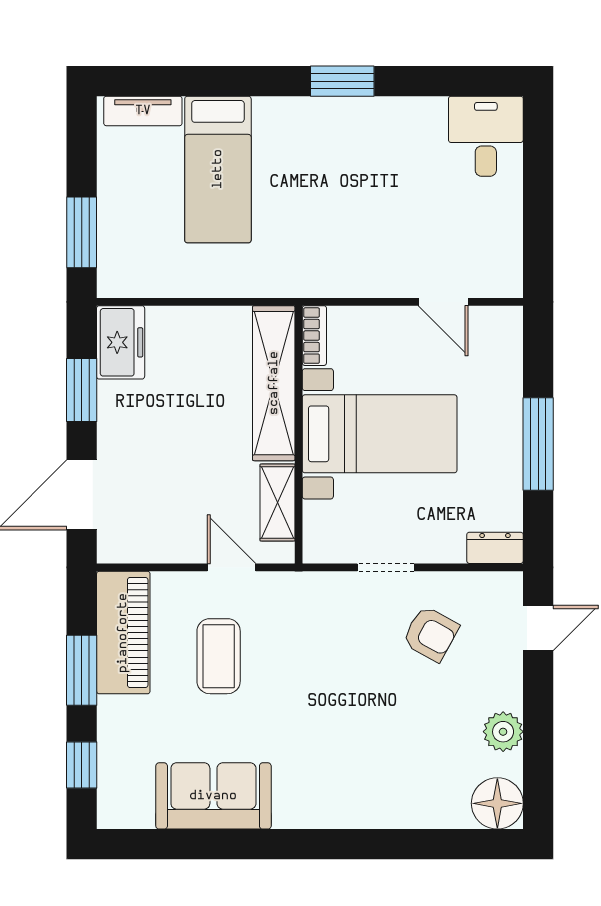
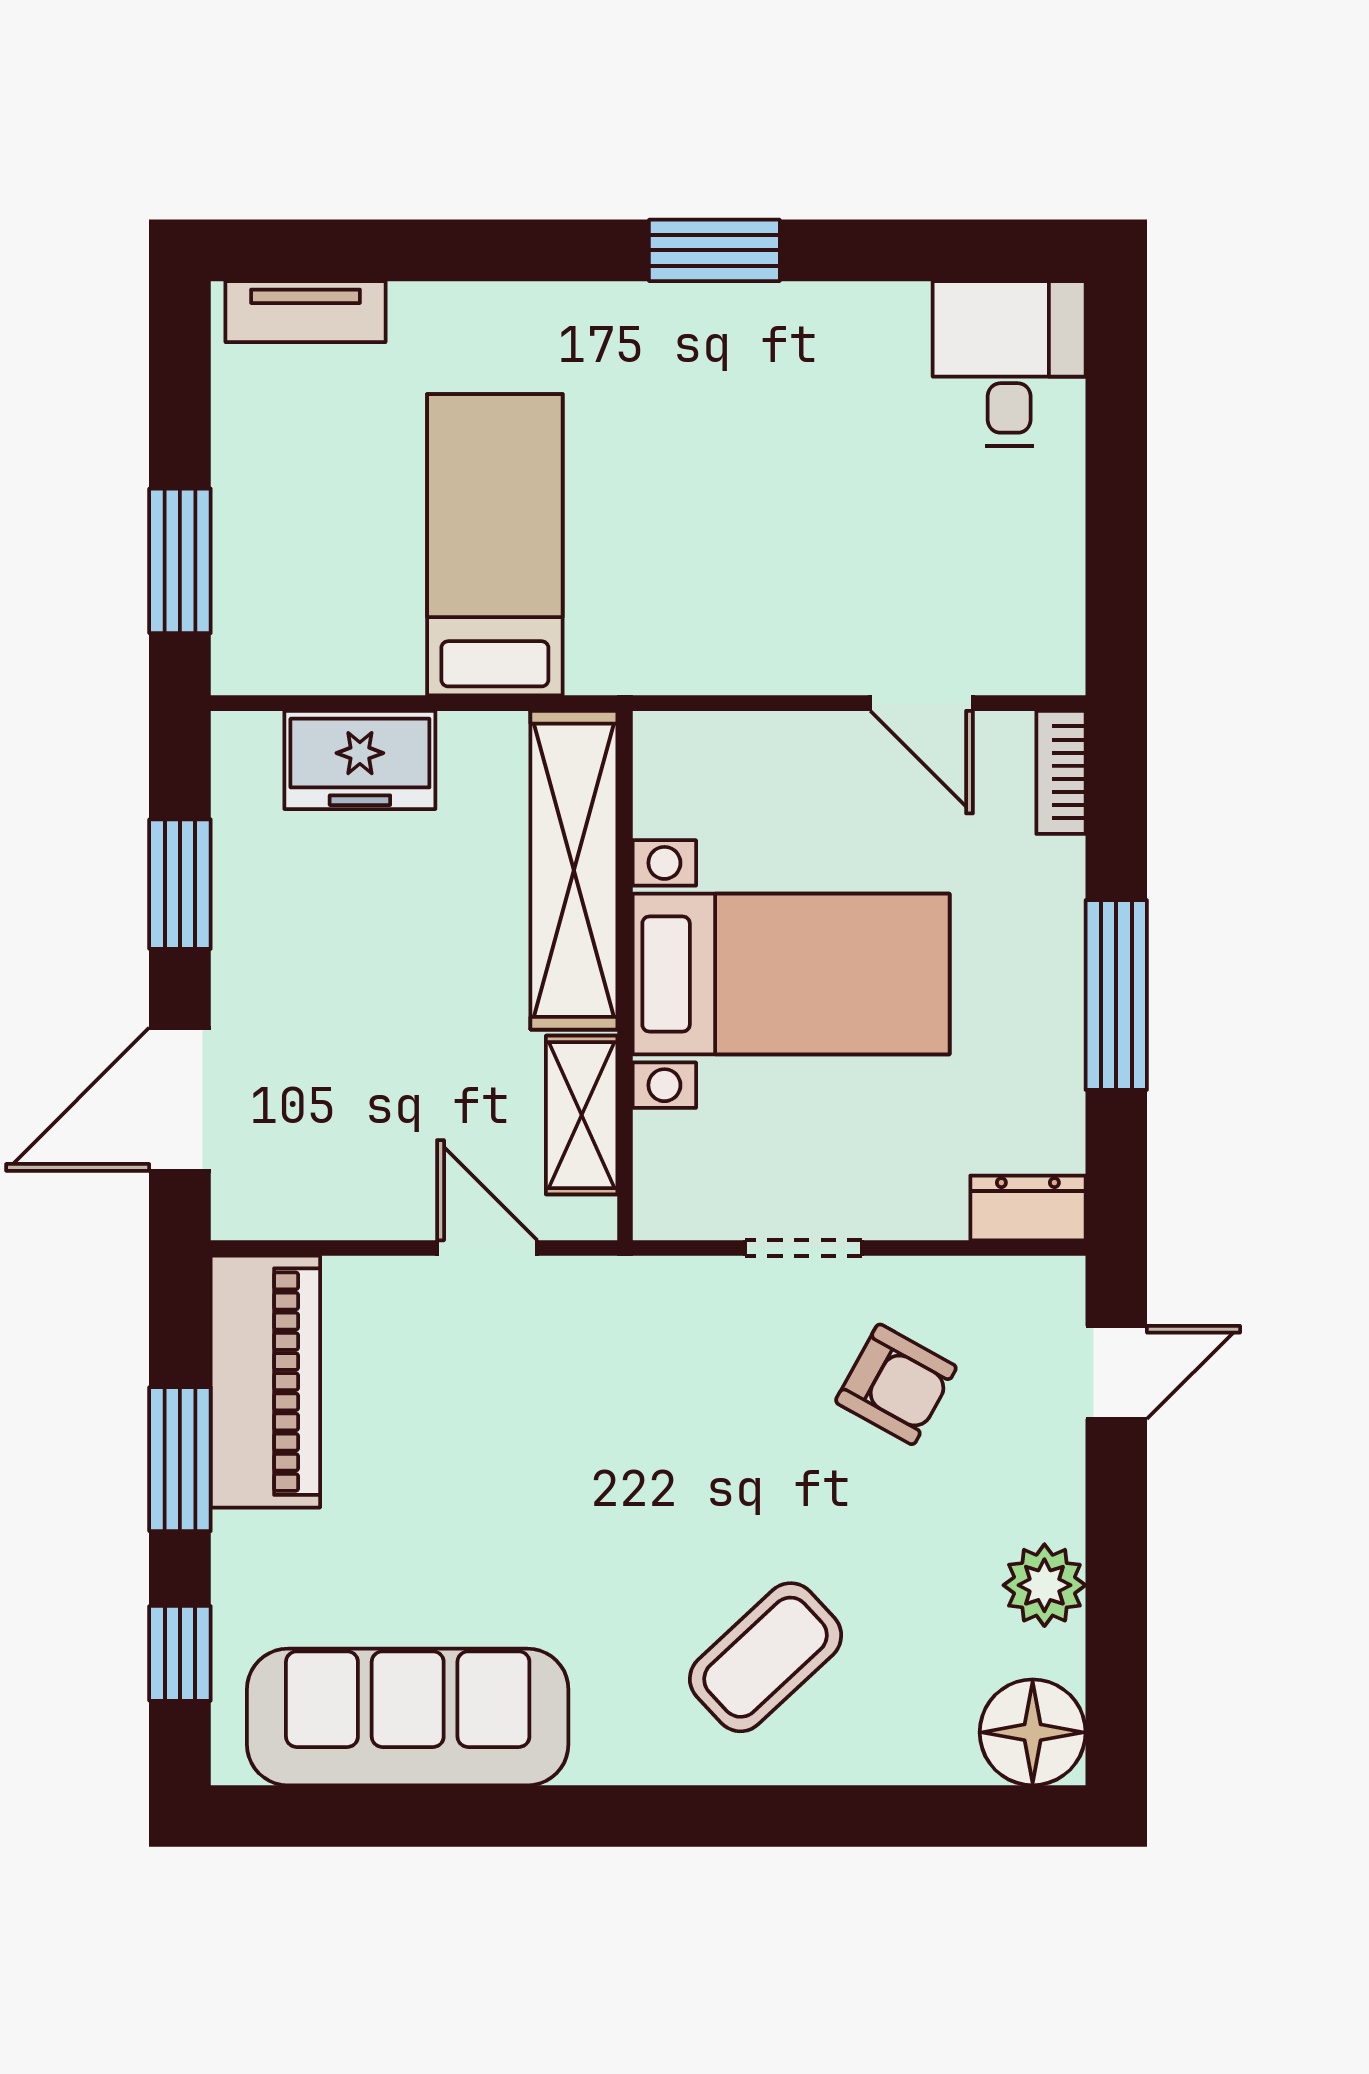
bed: (218, 169) -> (495, 545), moved, turned 180
bookcase: (314, 336) -> (1061, 772), moved, turned 180
freezer: (121, 342) -> (360, 760), moved, turned 90
coffee table: (219, 656) -> (766, 1657), moved, turned 47
sofa: (213, 796) -> (408, 1717), width x1.36

